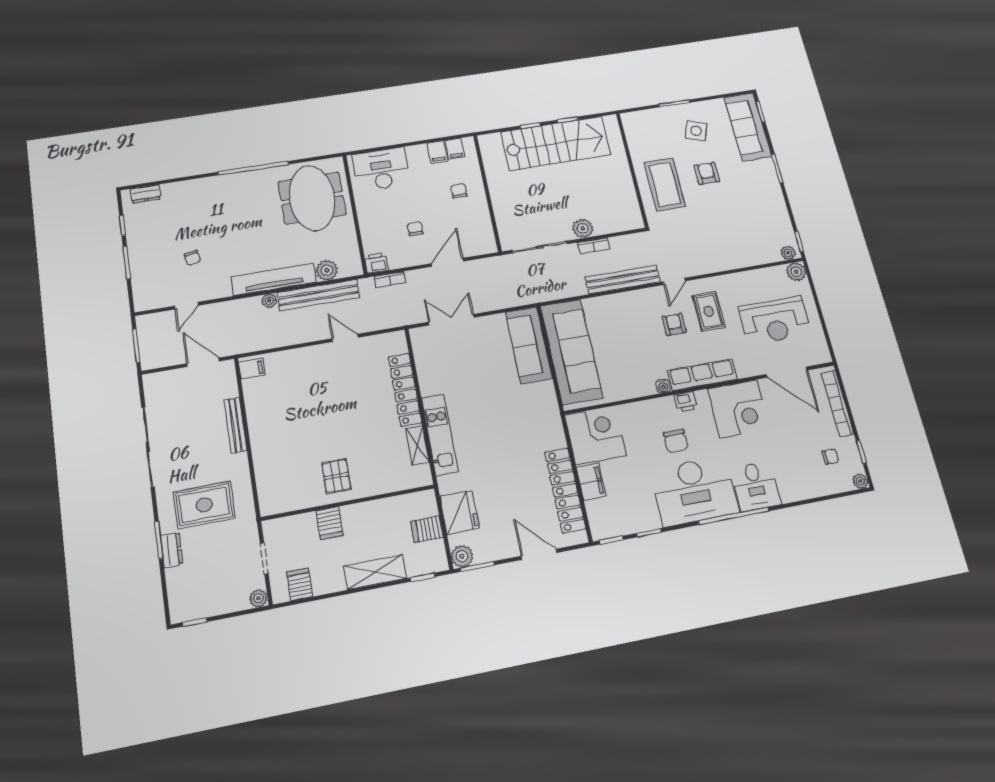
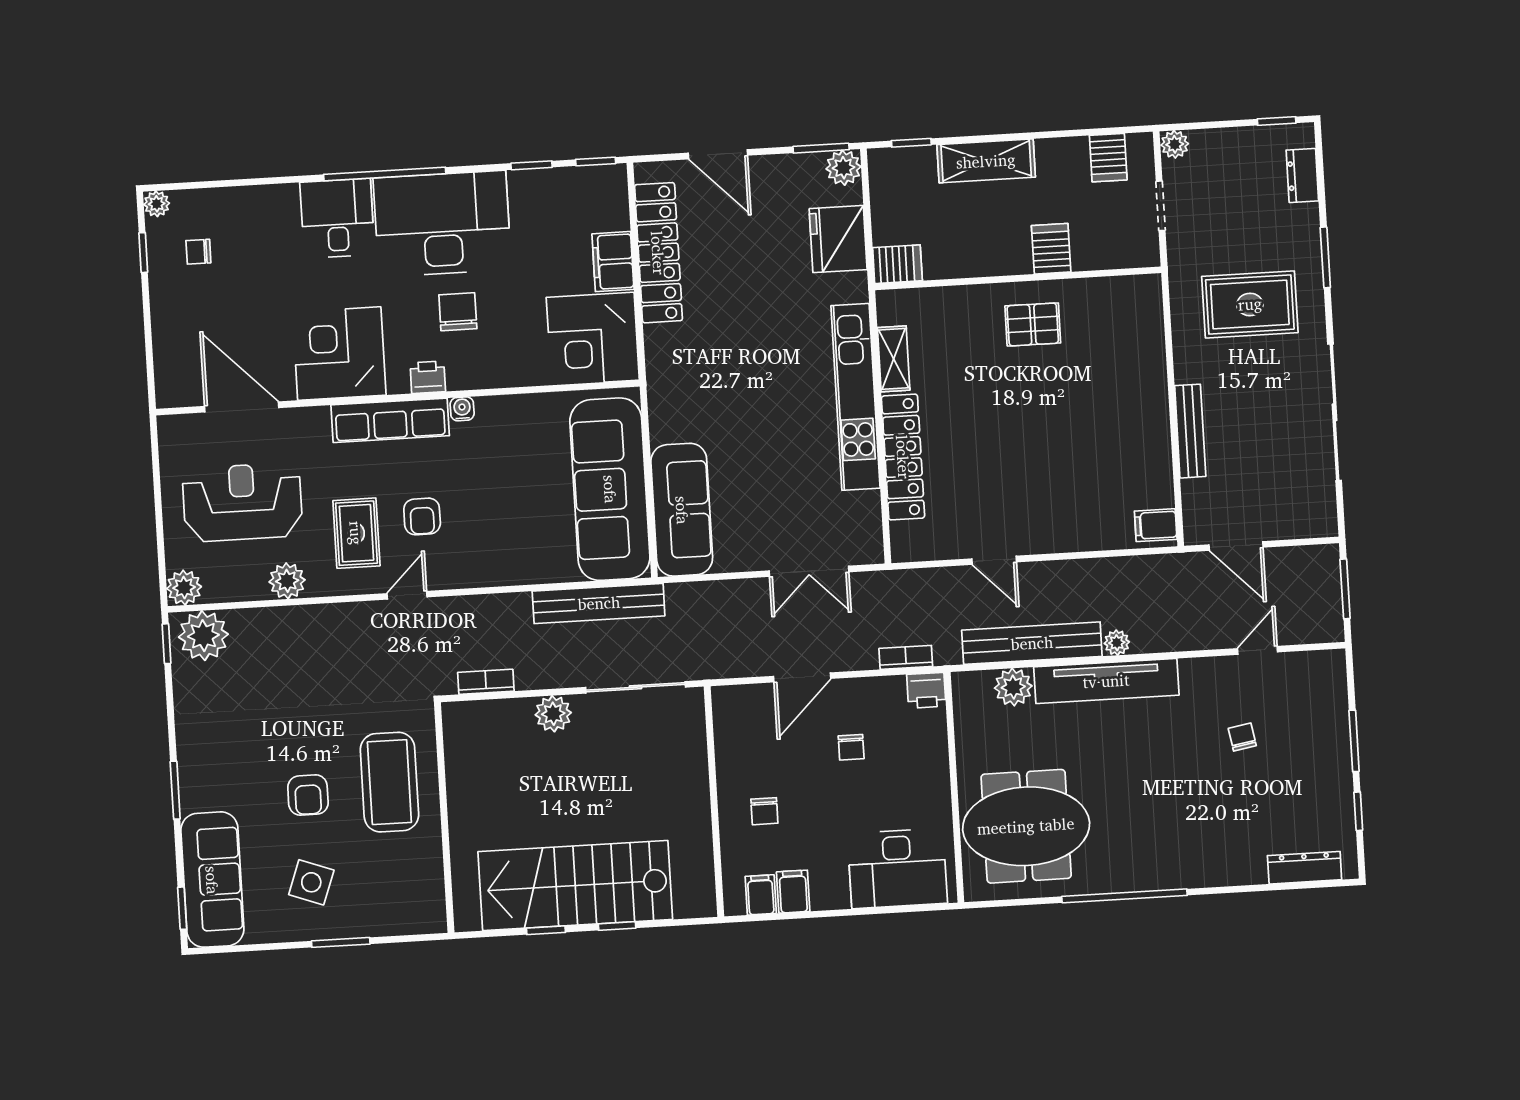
dresser: (146, 194) -> (1305, 868), width x1.44
meeting table: (312, 198) -> (1026, 826), turned 90
bookcase: (594, 246) -> (486, 682), moved
plant: (788, 253) -> (203, 636), width x1.88, depth x1.88
bench: (623, 279) -> (599, 603), moved
plant: (741, 282) -> (287, 581), added
bookcase: (837, 403) -> (165, 341), removed
kitchen unit: (440, 435) -> (856, 397), width x1.36
pallet: (336, 476) -> (1033, 324), turned 90
server rack: (427, 529) -> (897, 264), moved
dresser: (171, 550) -> (1302, 175), moved

